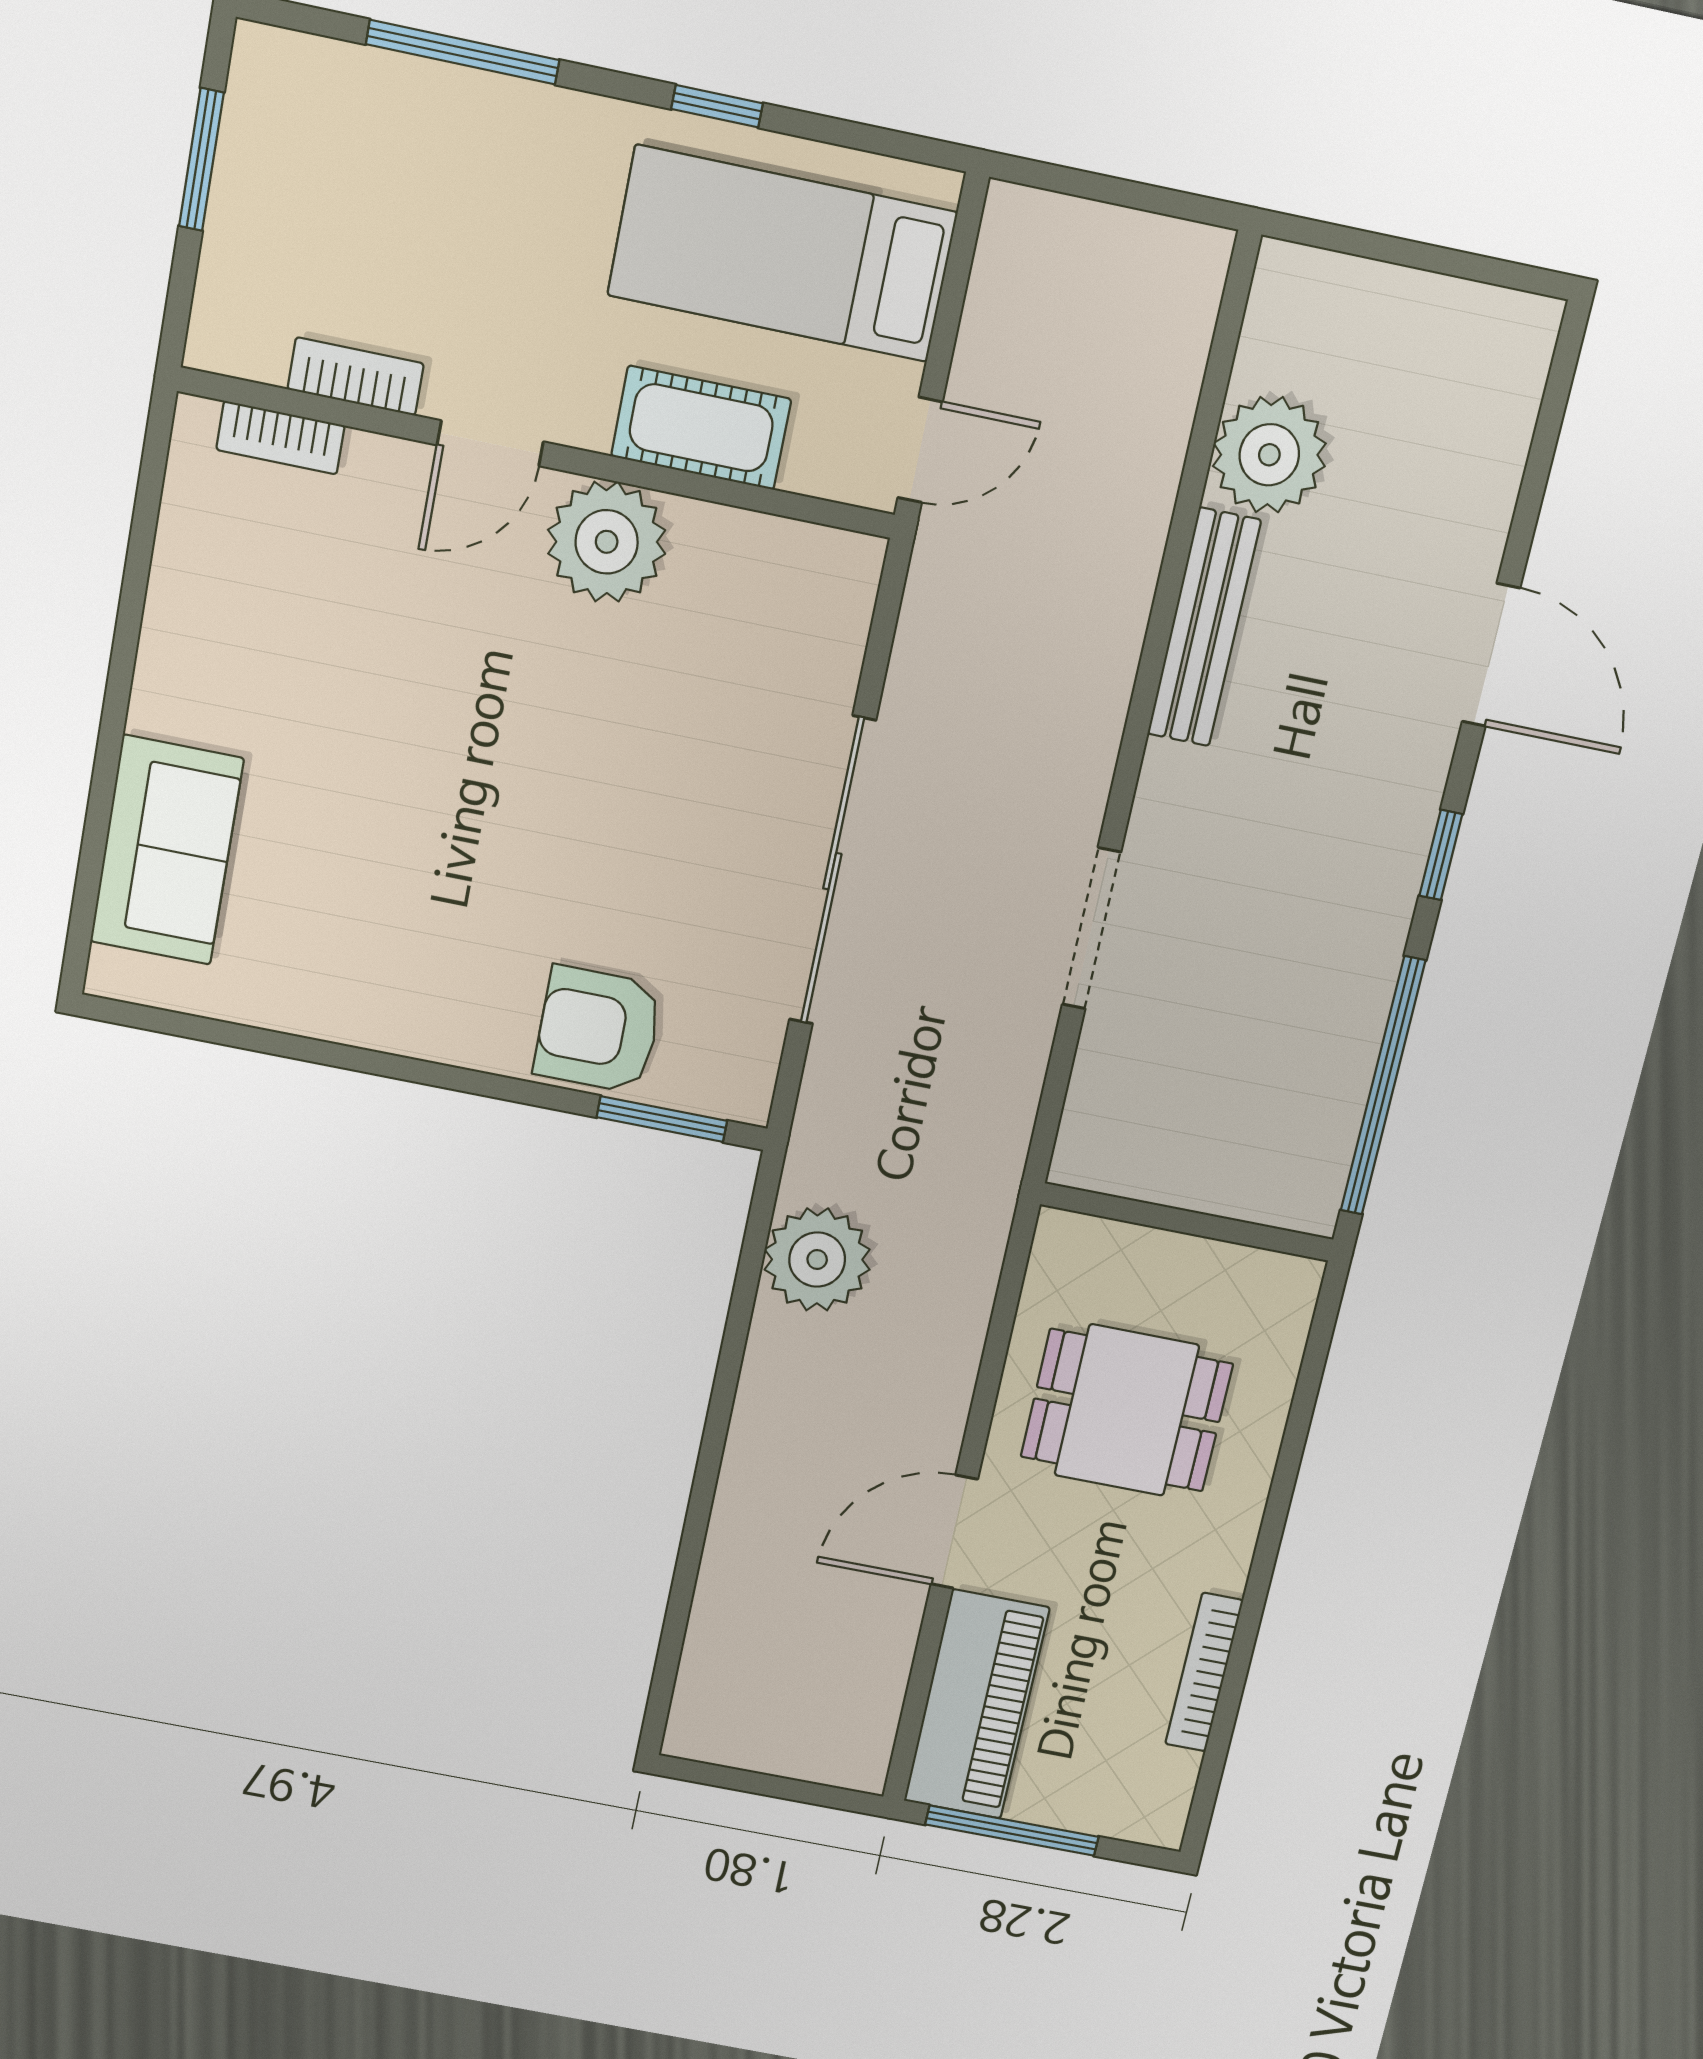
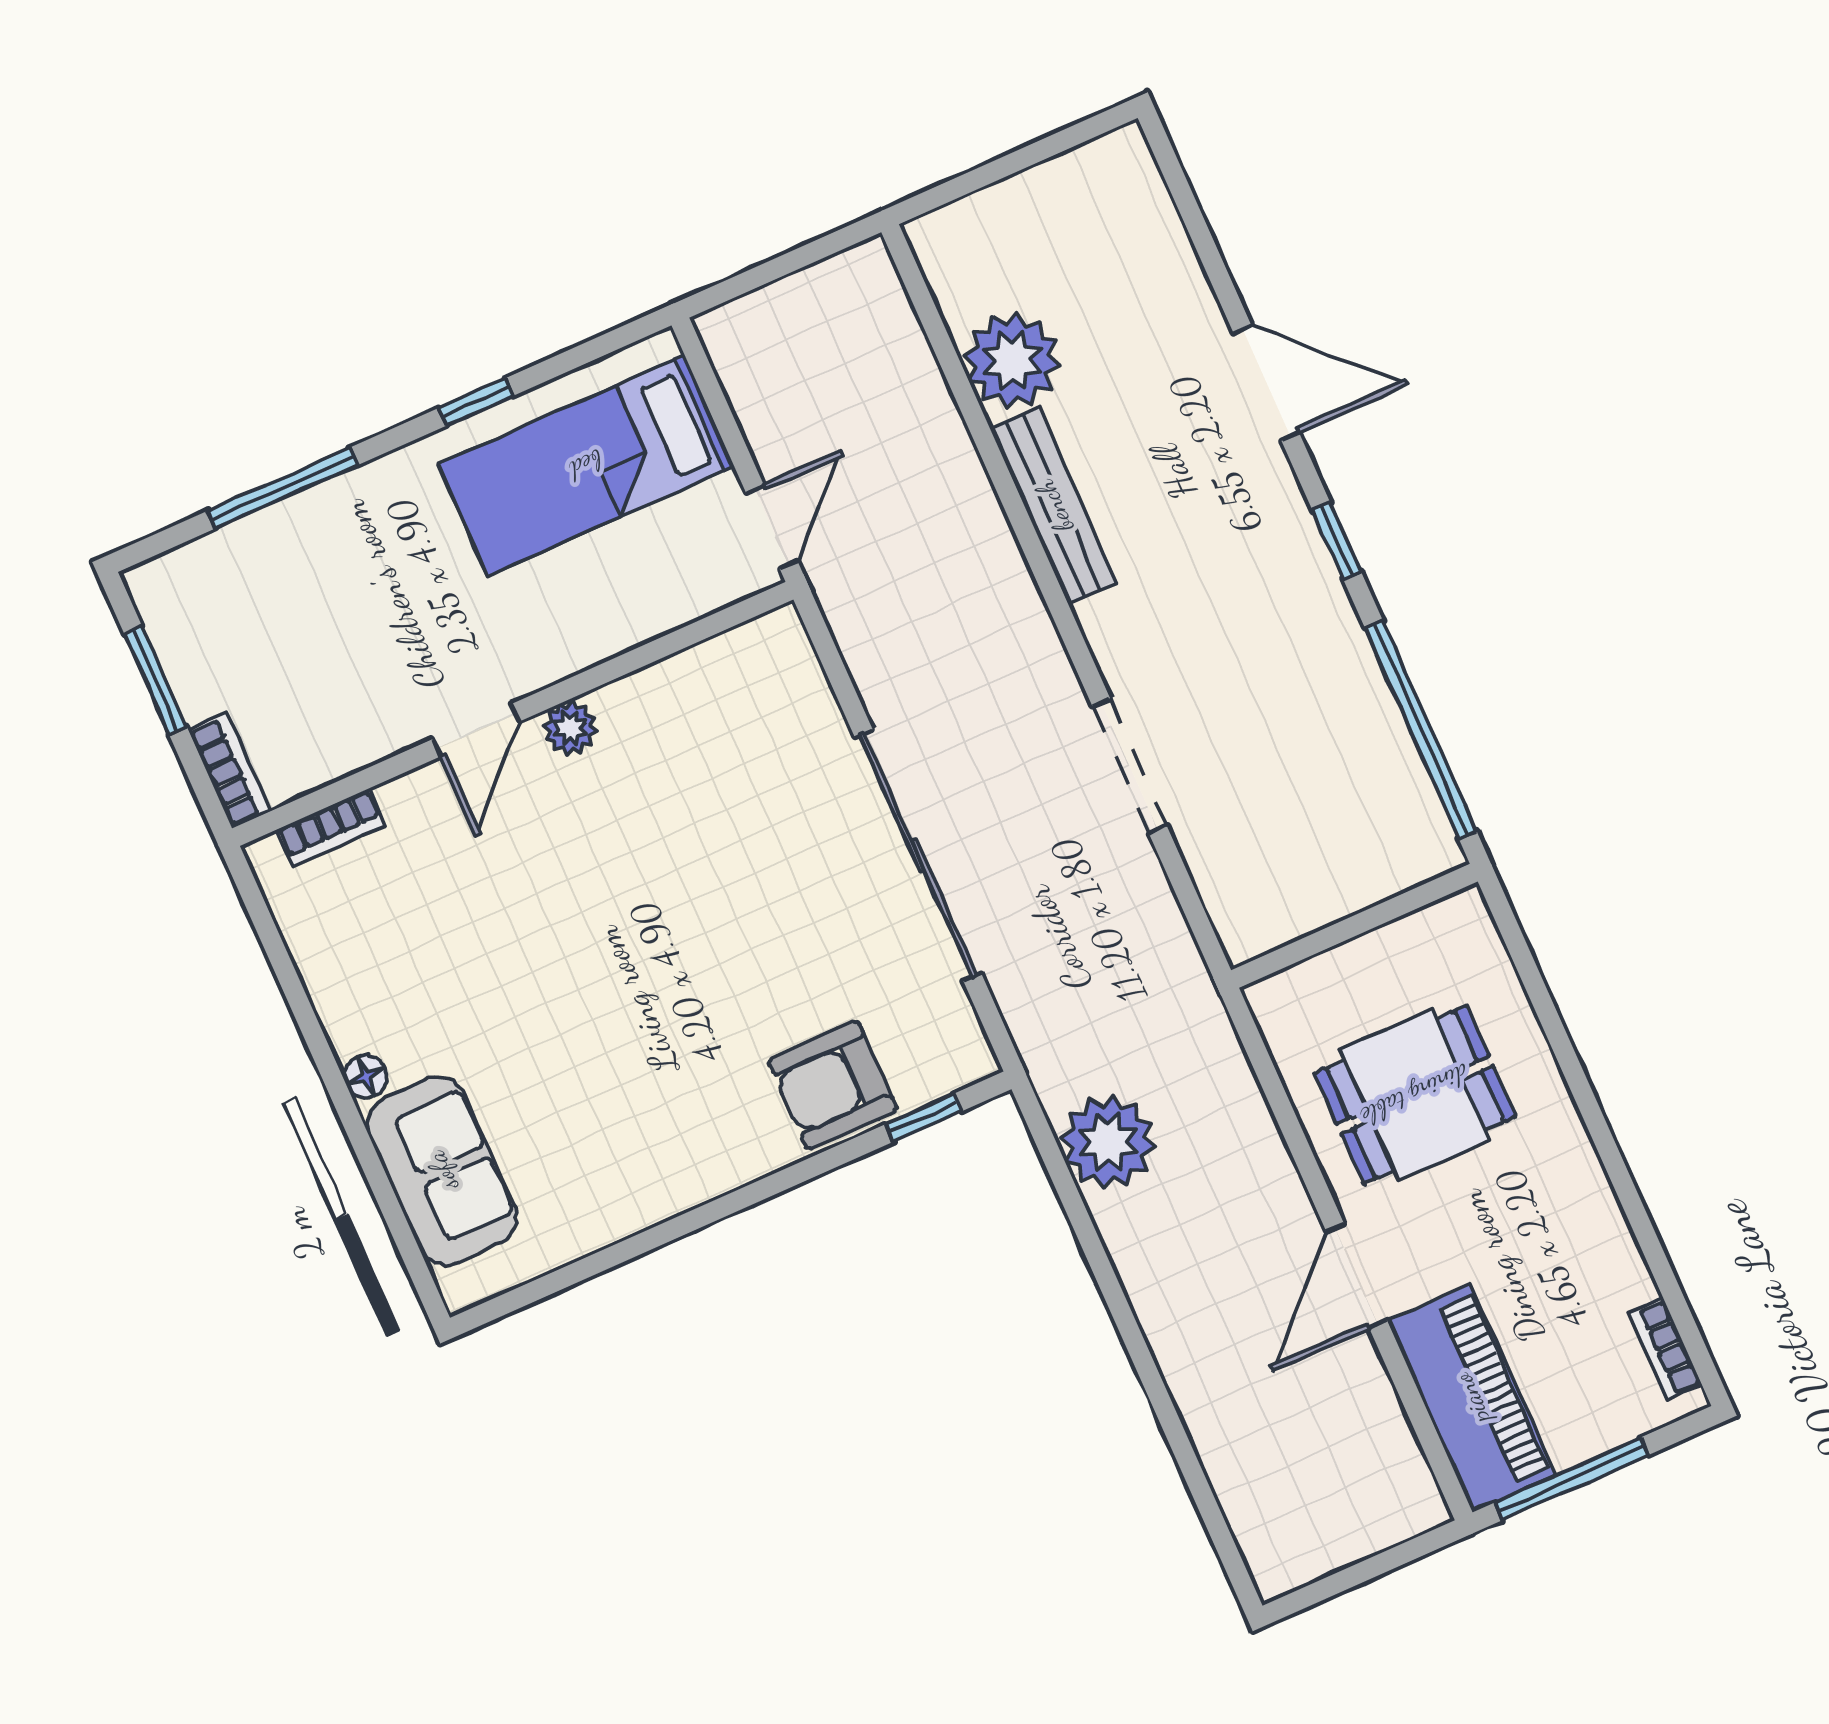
bookcase: (356, 376) -> (230, 771), moved, turned 90
cot: (701, 428) -> (612, 618), removed
plant: (607, 542) -> (570, 728), width x0.53, depth x0.53
floor lamp: (153, 708) -> (366, 1077), added
window: (662, 1119) -> (923, 1118), width x0.67
bookcase: (1204, 1672) -> (1665, 1349), moved, width x0.64

